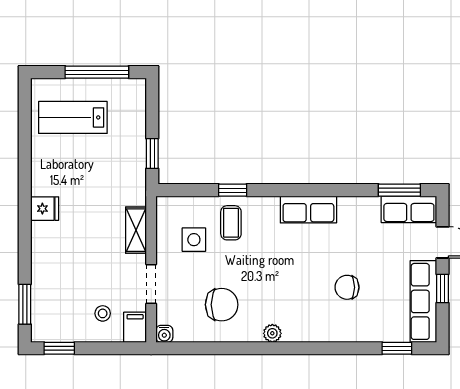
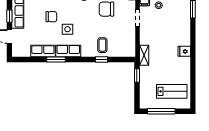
window: (399, 190) -> (56, 59), moved
row of seats: (409, 209) -> (43, 51), moved
shelving: (136, 230) -> (144, 55), moved
side table: (194, 240) -> (67, 29), moved

